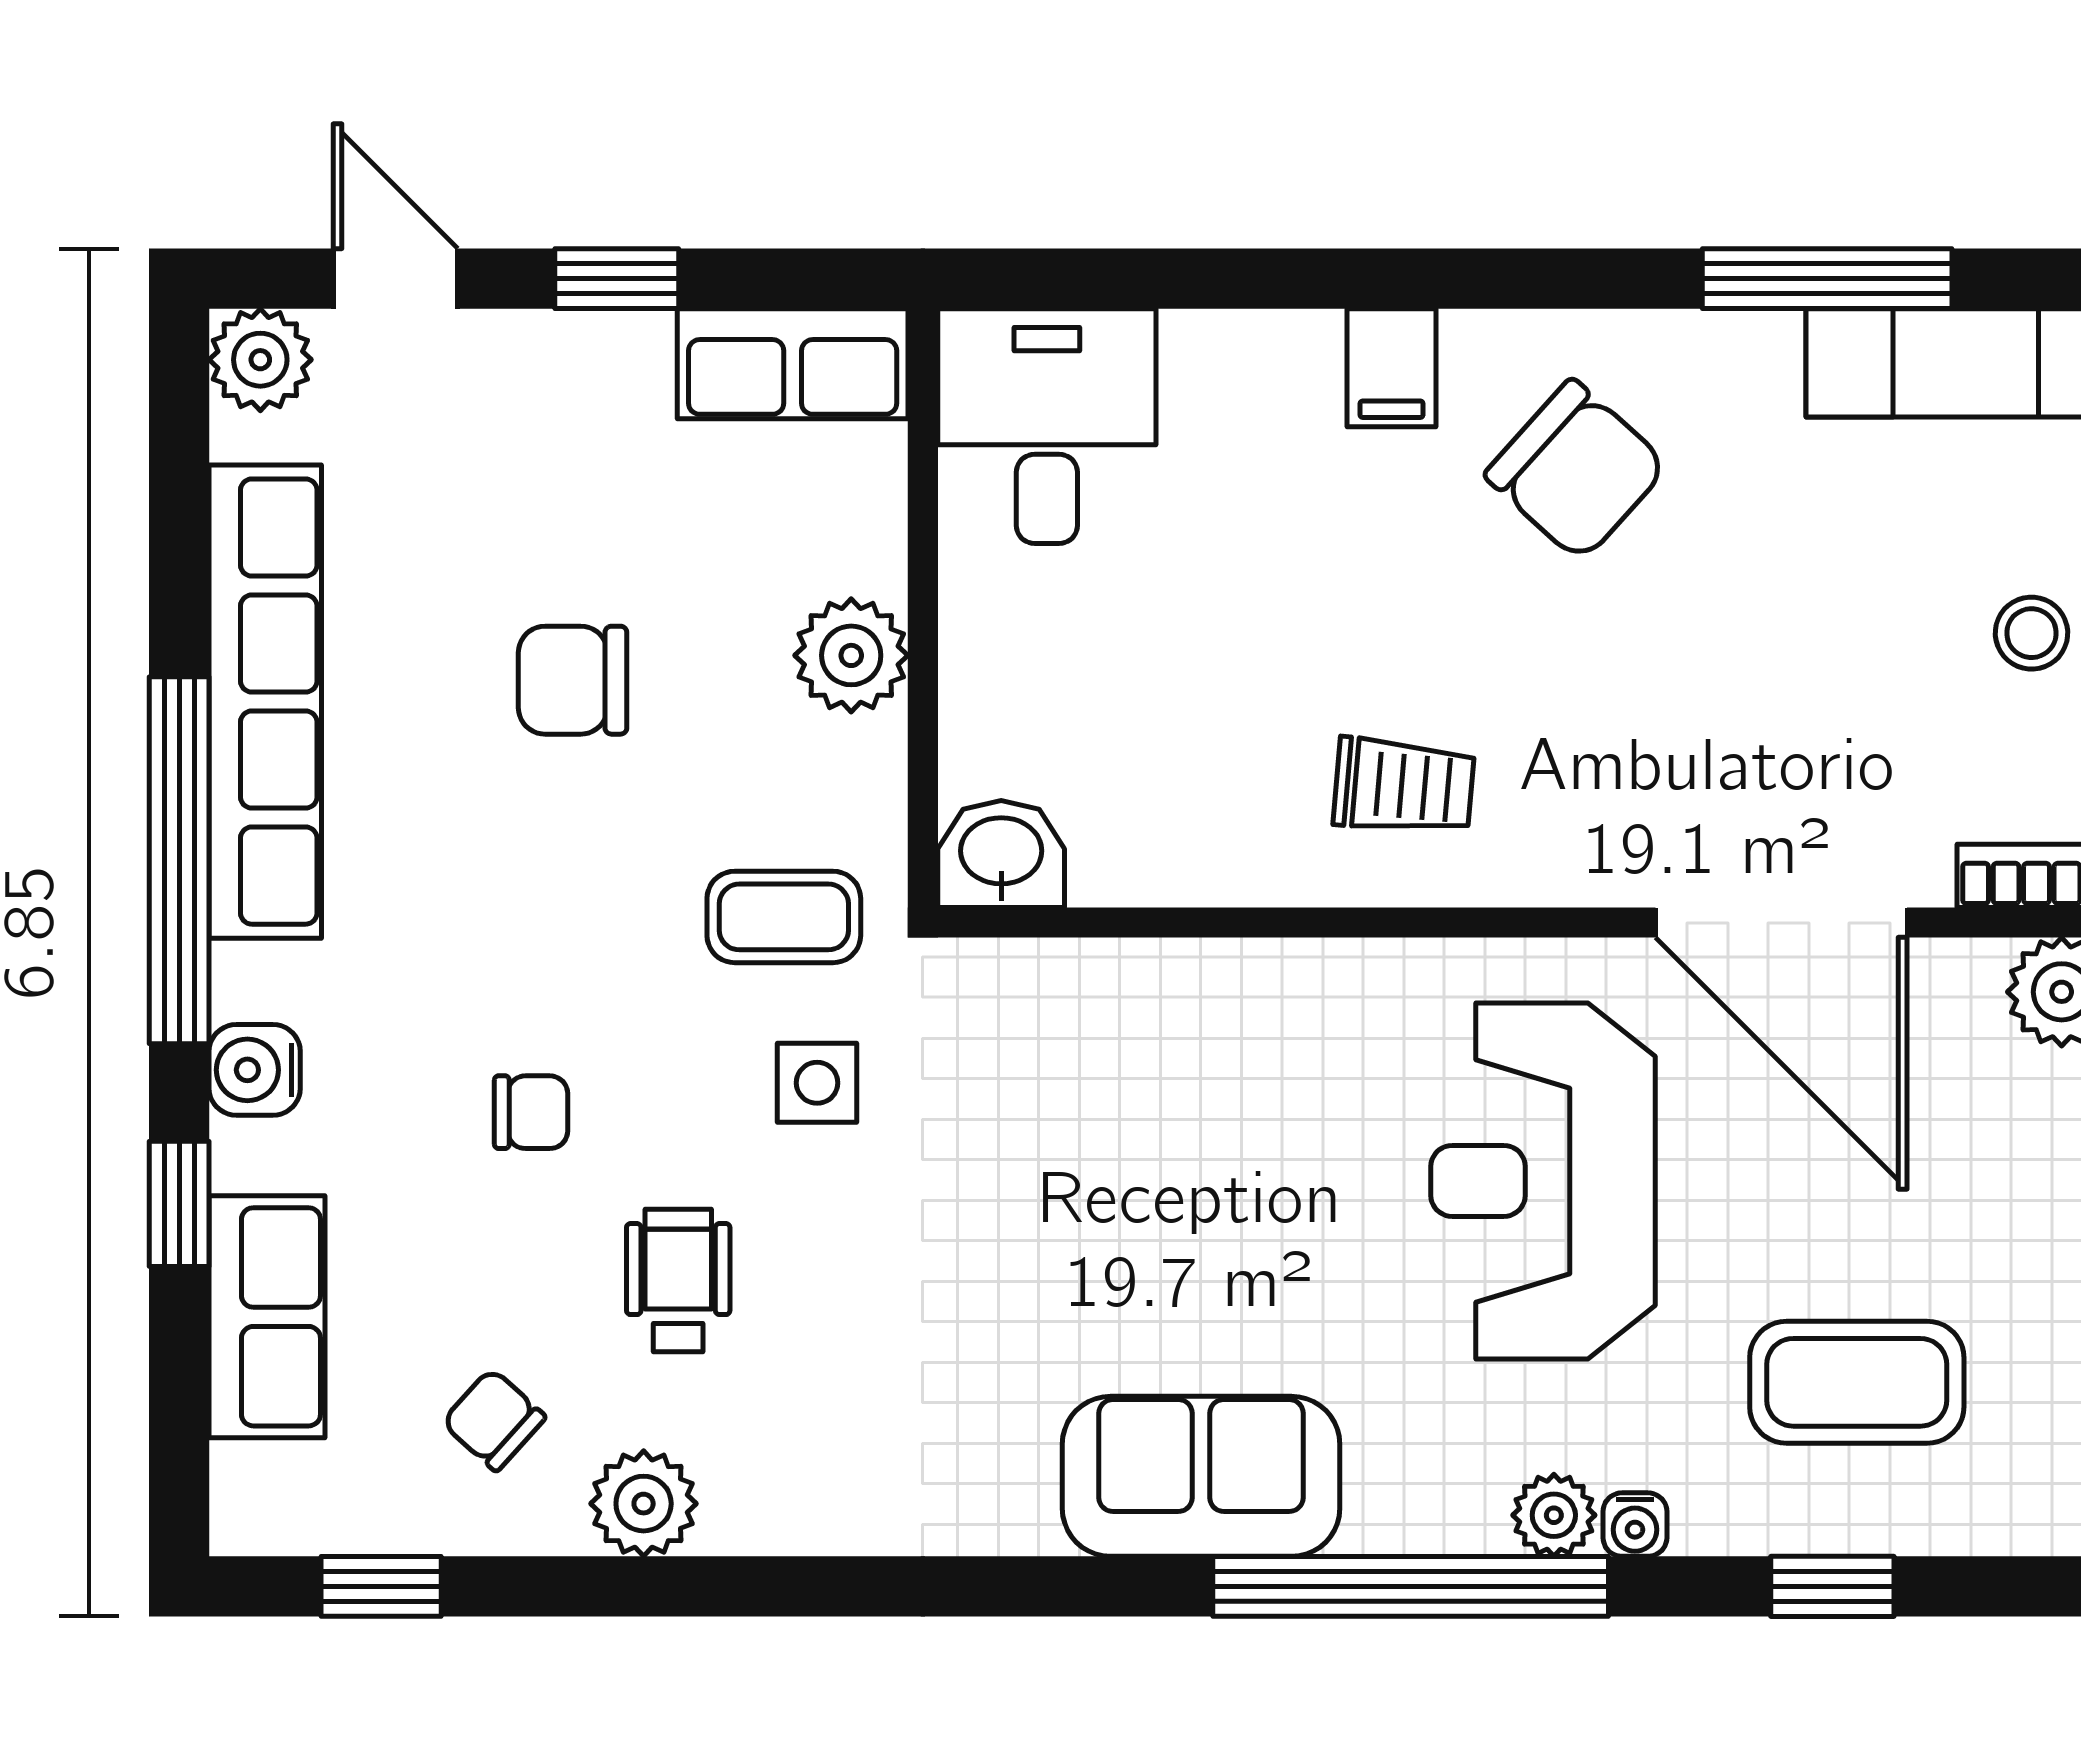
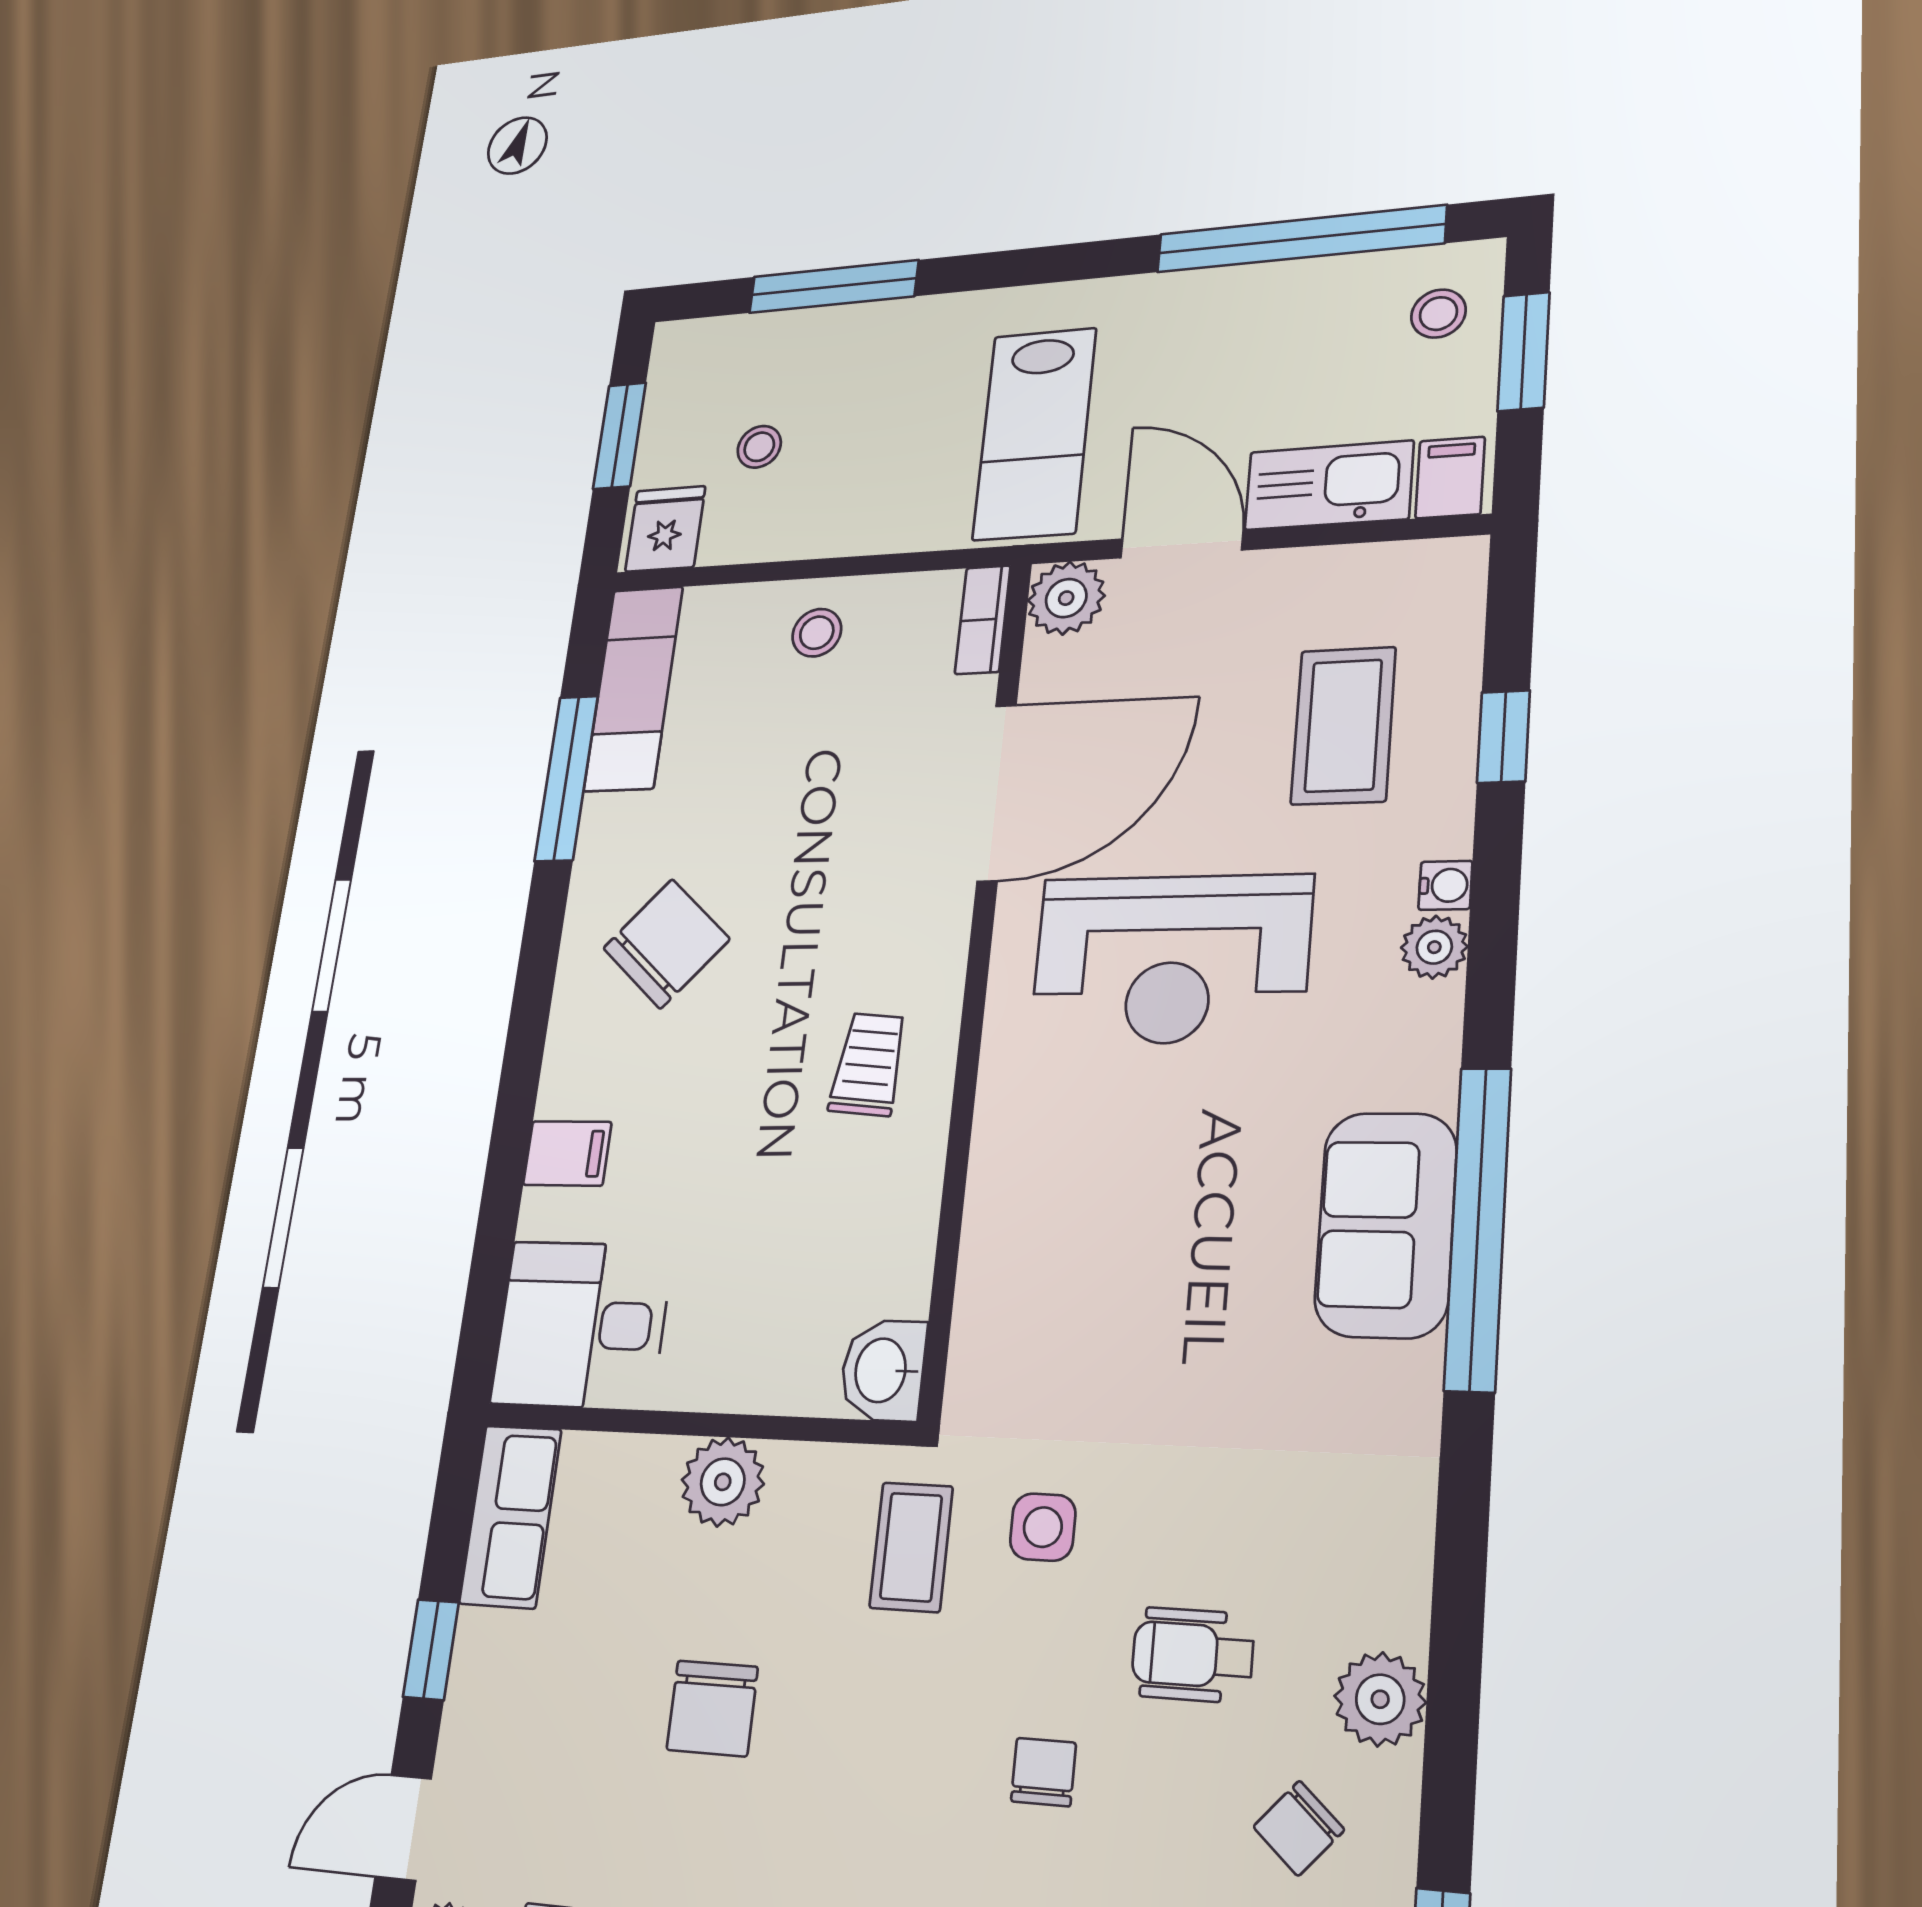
filing cabinet: (1392, 368) -> (567, 1153), moved
window: (1411, 1586) -> (1478, 1228), moved

